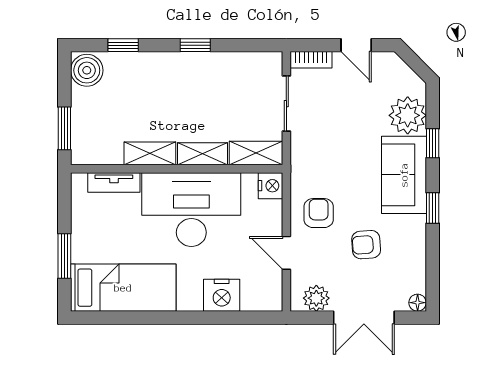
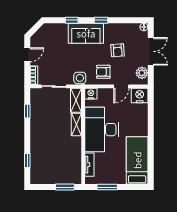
window: (195, 45) -> (27, 111), moved
boiler: (87, 70) -> (39, 177), removed
plant: (408, 115) -> (59, 31), removed
shelving: (150, 153) -> (76, 148), removed
side table: (305, 161) -> (80, 78), added
window: (64, 256) -> (107, 187), moved
nightstand: (222, 295) -> (140, 95), moved, turned -90

